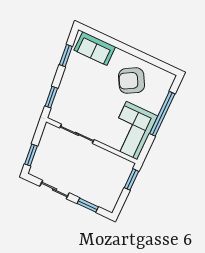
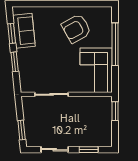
sofa: (95, 48) -> (24, 31), moved, turned -96
window: (51, 97) -> (15, 62), moved

